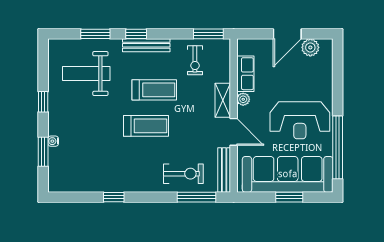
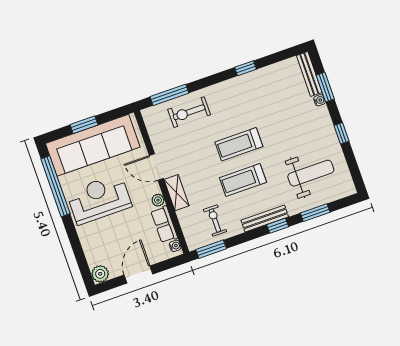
plant: (310, 47) -> (100, 274), moved
water cooler: (242, 49) -> (175, 246), added
bench: (224, 170) -> (309, 74), moved

